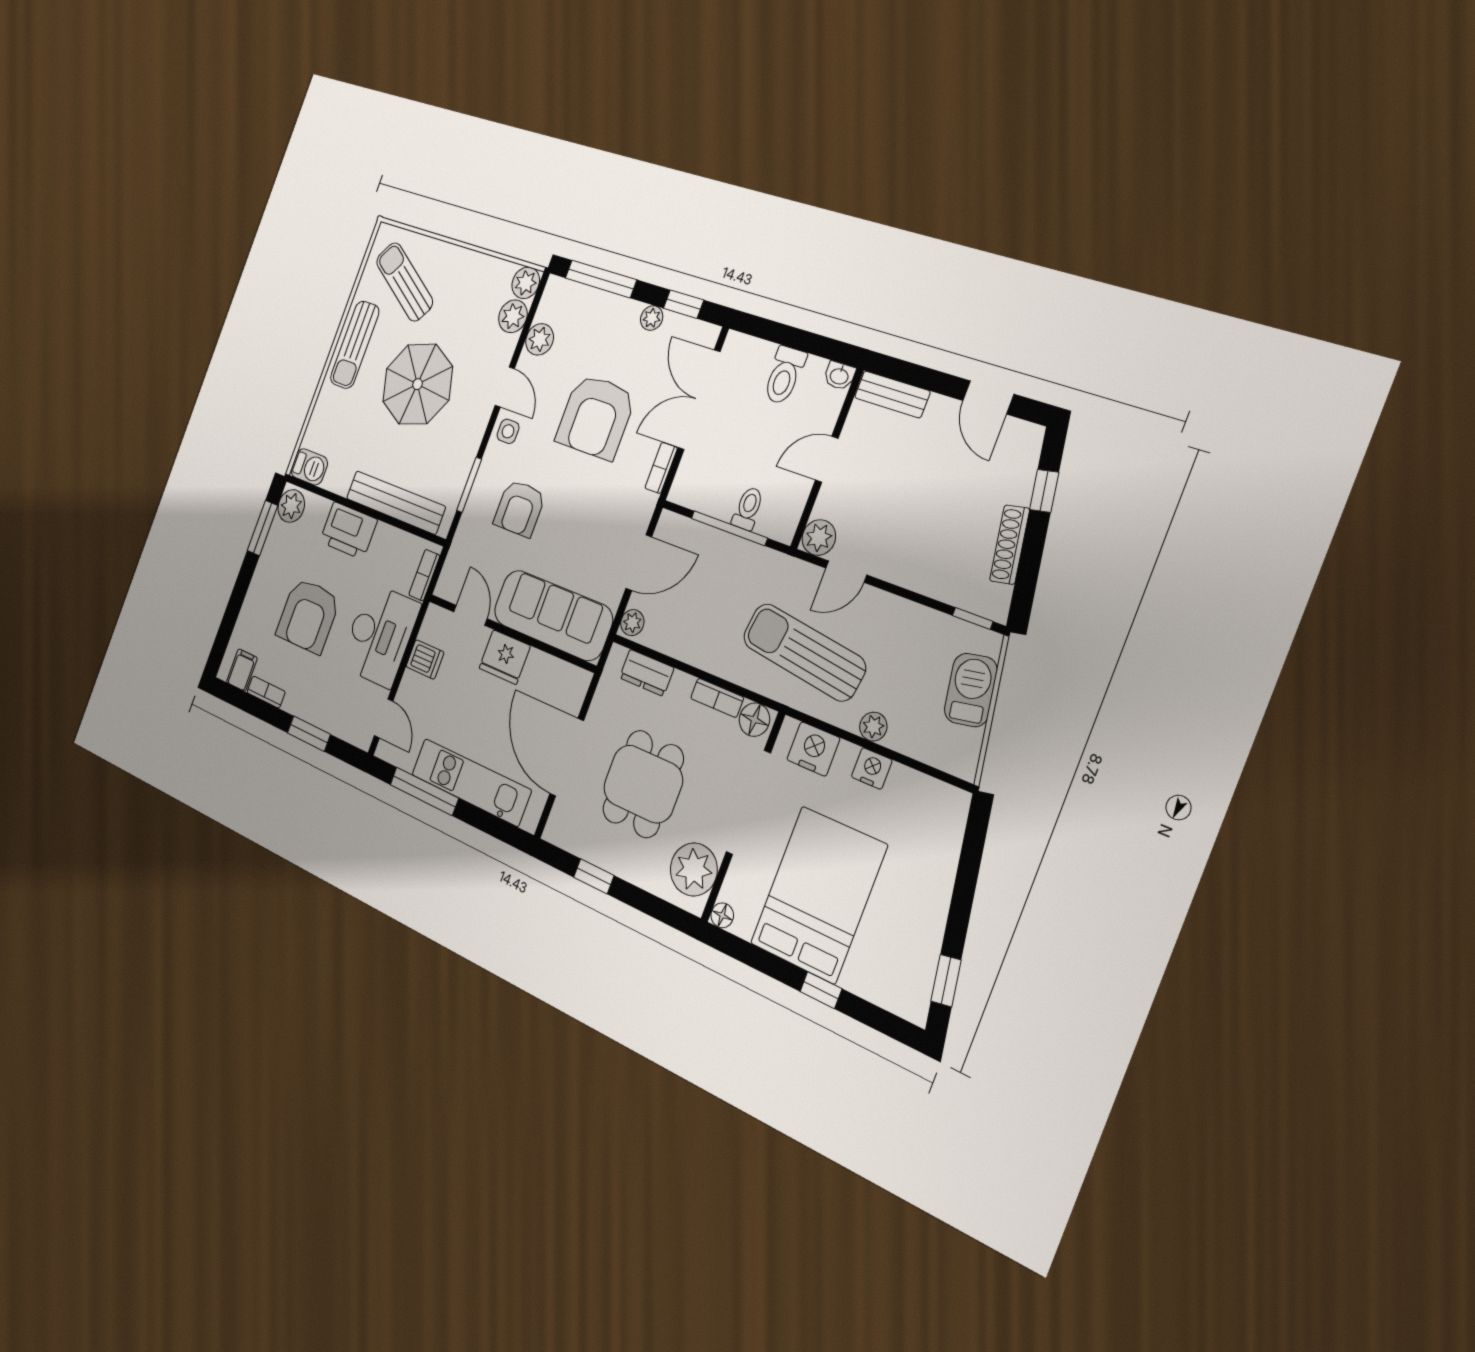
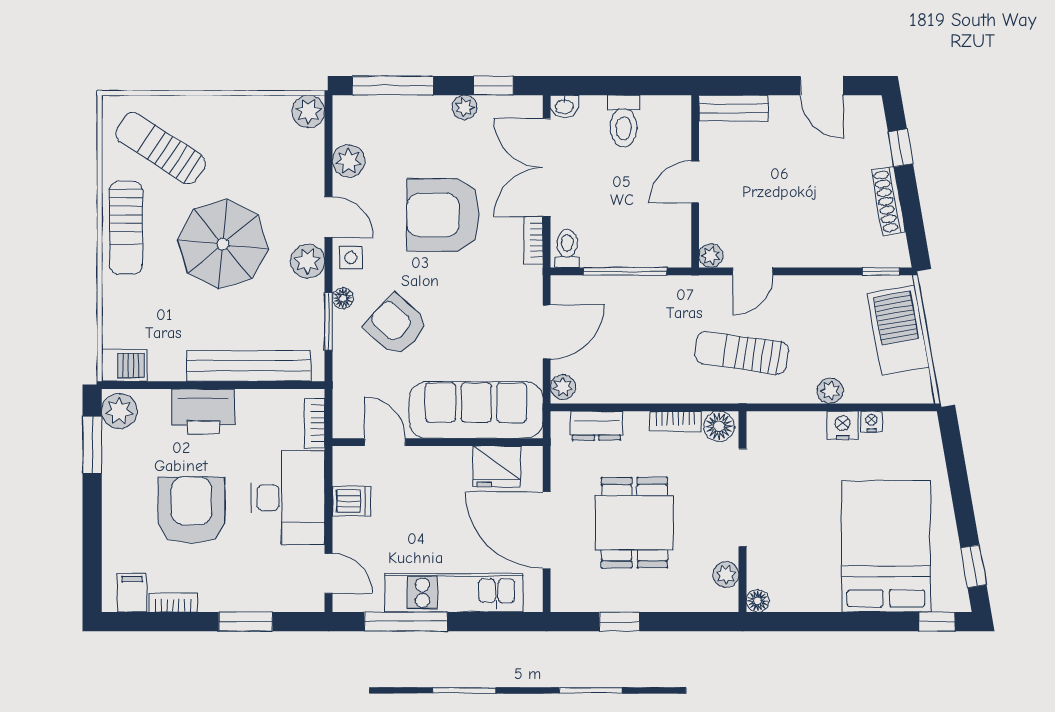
plant: (513, 316) -> (308, 261), moved
washbasin: (839, 376) -> (564, 106), moved
armchair: (596, 417) -> (443, 215), turned 90
floor lamp: (488, 467) -> (343, 298), added
armchair: (519, 508) -> (396, 325), turned 132
toilet: (748, 508) -> (567, 248), moved
plant: (819, 538) -> (711, 256), width x0.73, depth x0.73
armchair: (308, 616) -> (191, 510), turned 180
sun lounger: (804, 652) -> (742, 353), width x0.73, depth x0.75
fridge: (505, 657) -> (497, 466), moved
barbecue: (971, 690) -> (898, 330), width x1.37, depth x1.21
nightstand: (813, 749) -> (872, 421), moved, width x0.53, depth x0.56
plant: (694, 869) -> (726, 575), width x0.53, depth x0.53
bed: (819, 895) -> (886, 546), moved
window: (821, 990) -> (937, 622), moved

